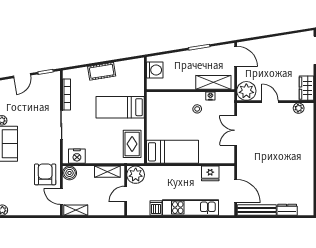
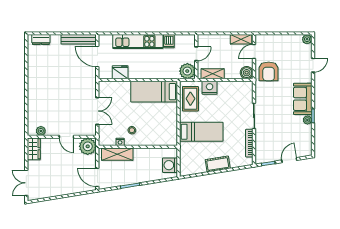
nightstand: (77, 156) -> (210, 88), moved
door: (61, 196) -> (254, 52), swing flipped
dresser: (287, 210) -> (41, 40), moved

